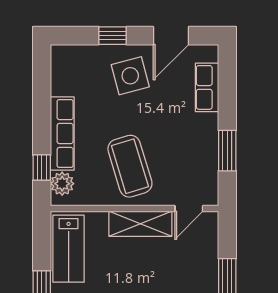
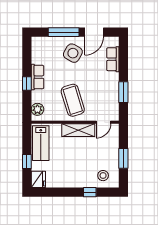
window: (112, 36) -> (64, 32), width x2.17
side table: (130, 76) -> (73, 53), turned 45
row of seats: (62, 133) -> (37, 77), width x0.68
window: (42, 168) -> (27, 84), moved

